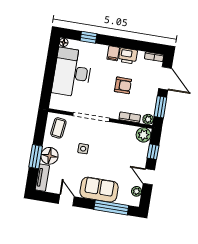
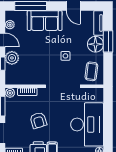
armchair: (123, 85) -> (38, 120), turned -107
plant: (143, 135) -> (12, 58), moved

